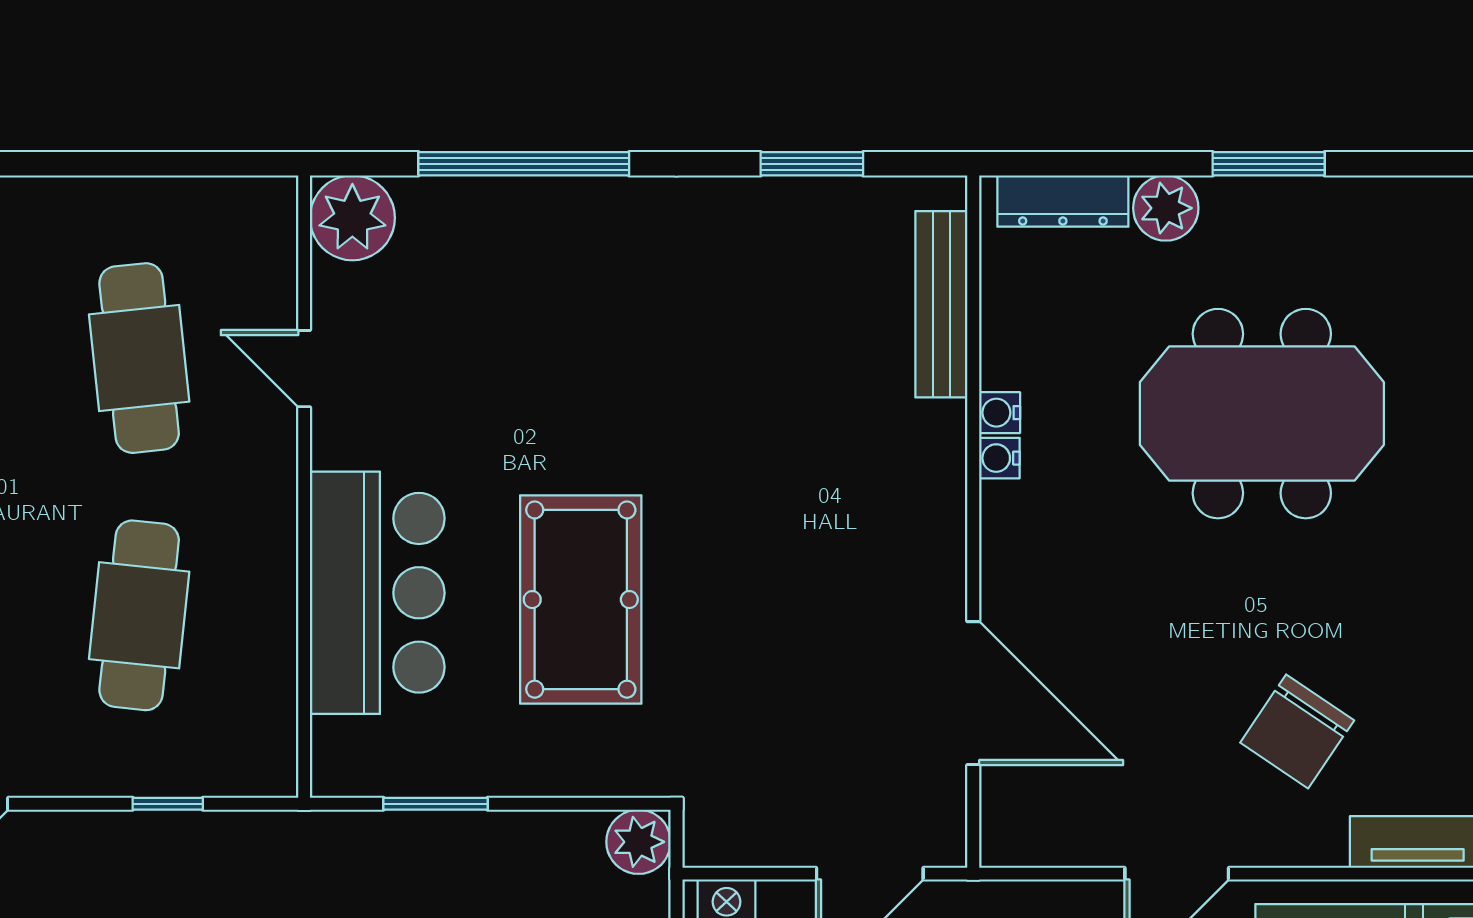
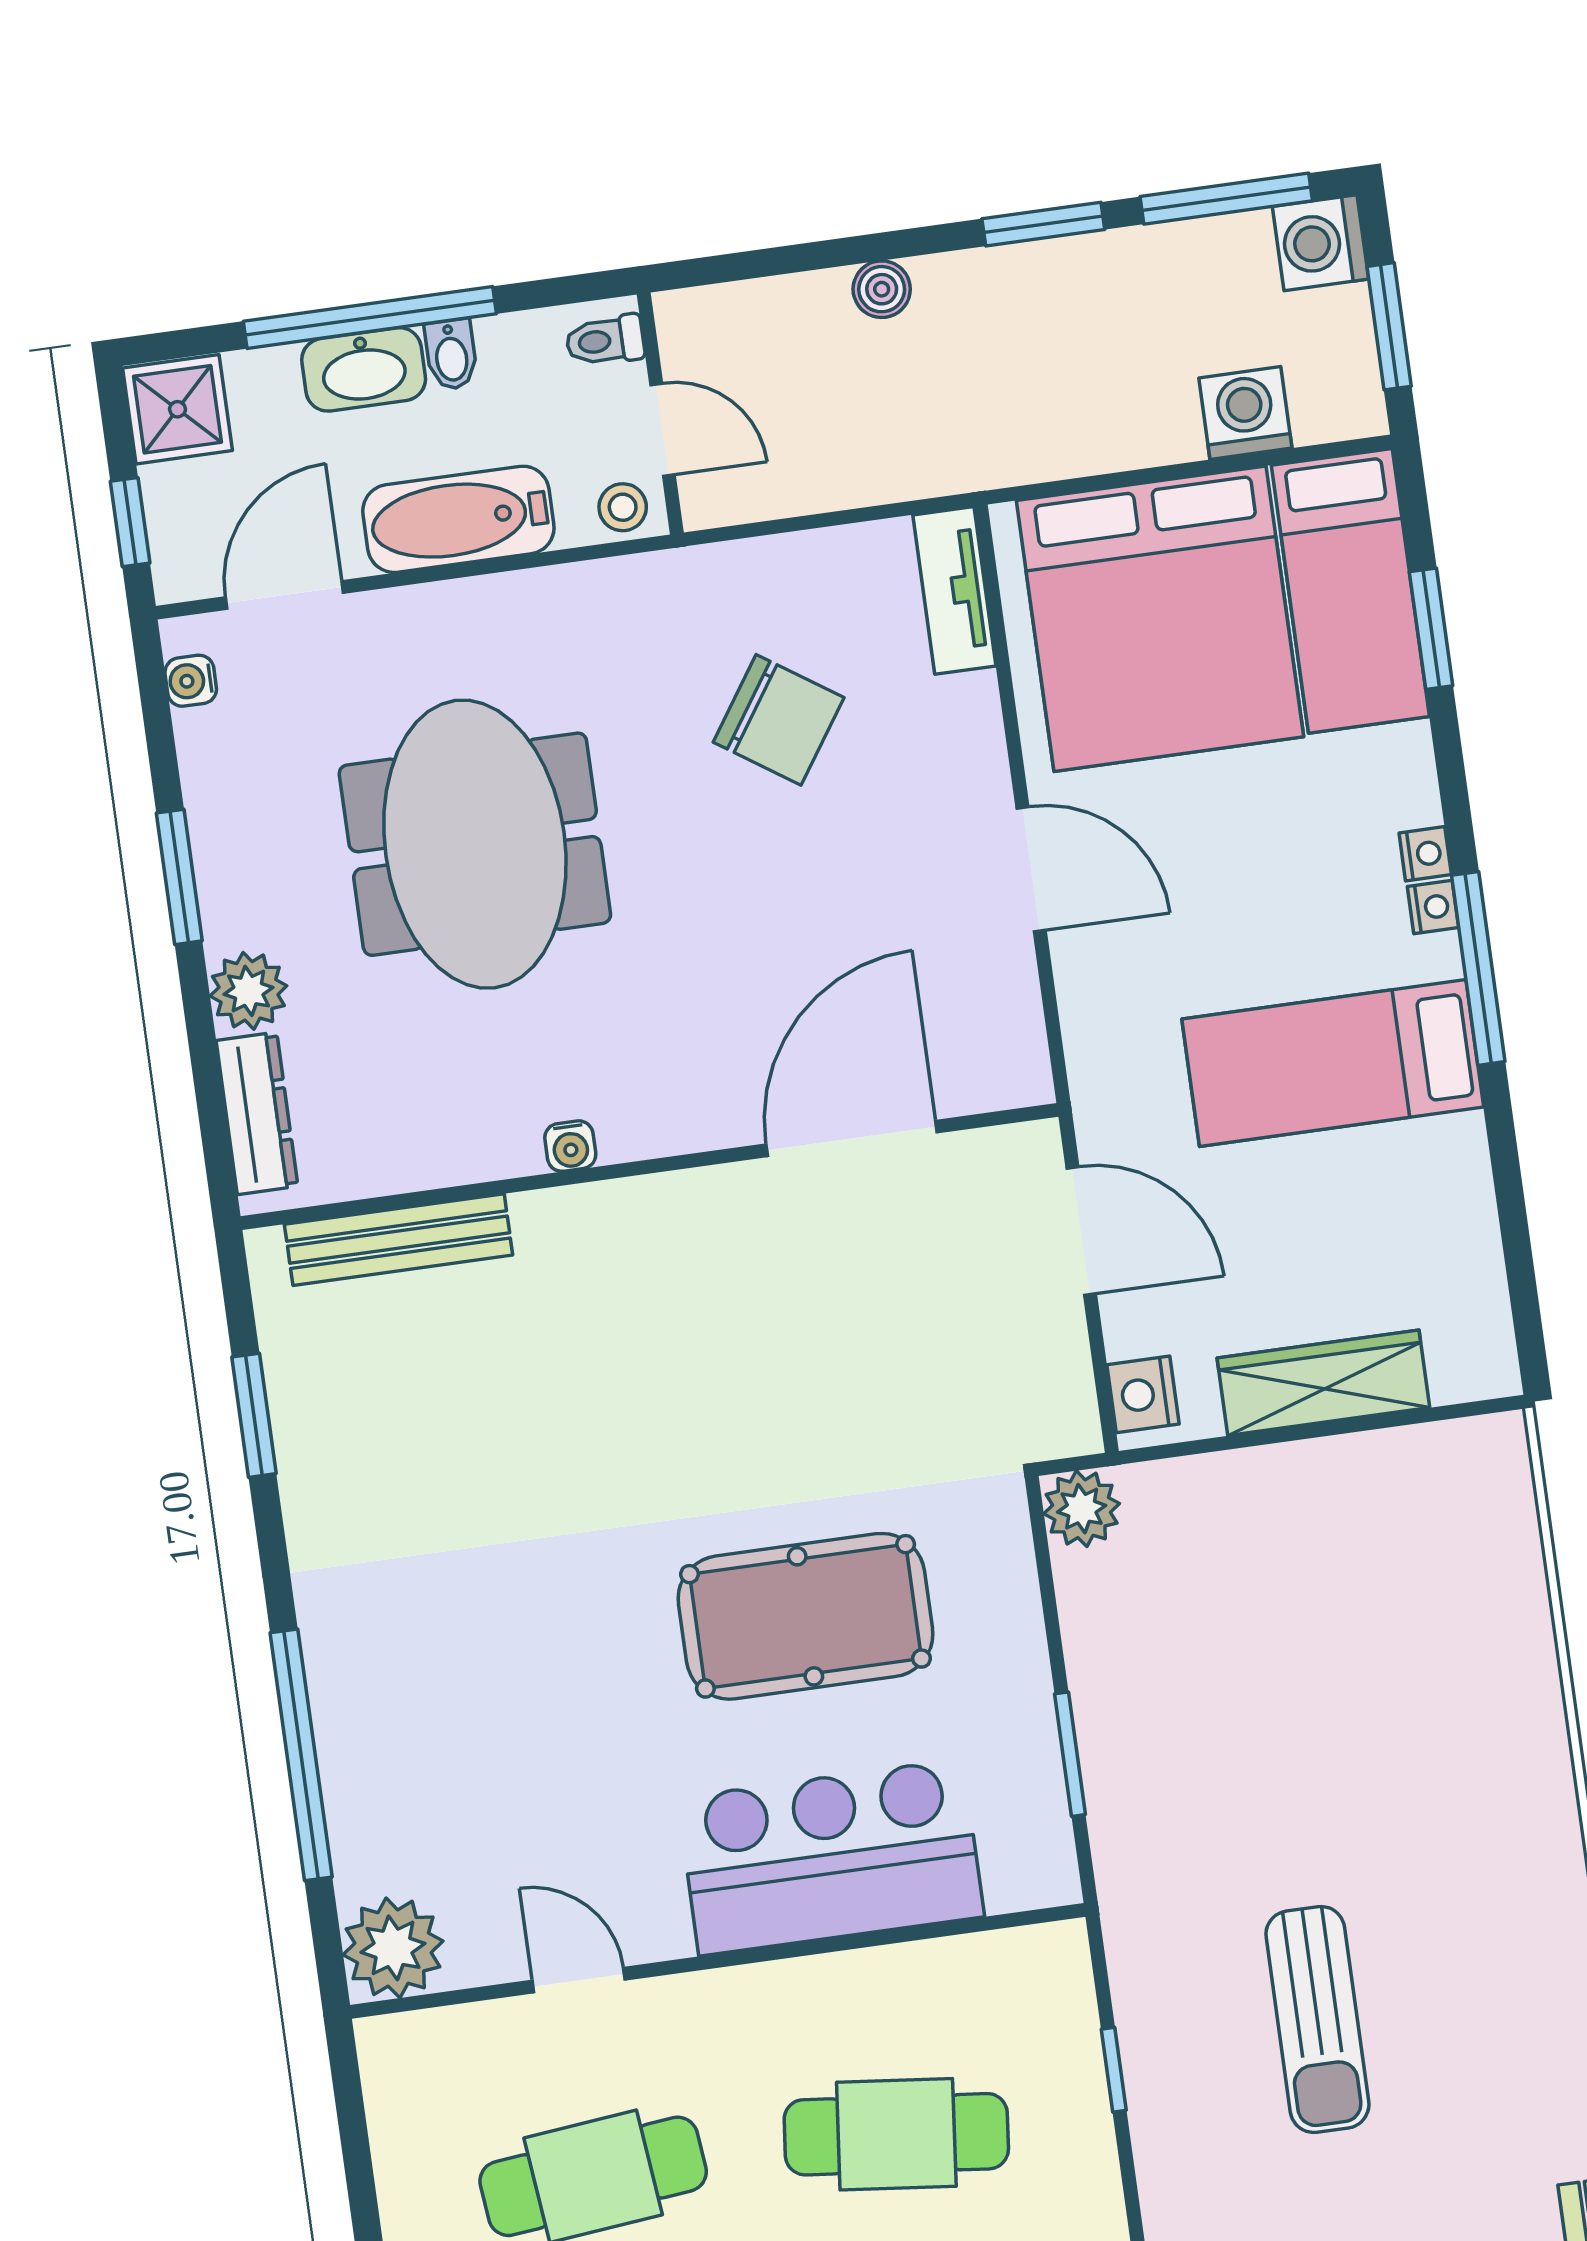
door: (304, 369) -> (579, 1980), swing flipped
water cooler: (1000, 413) -> (191, 681), moved, turned 90
chair: (1297, 731) -> (779, 720), moved

